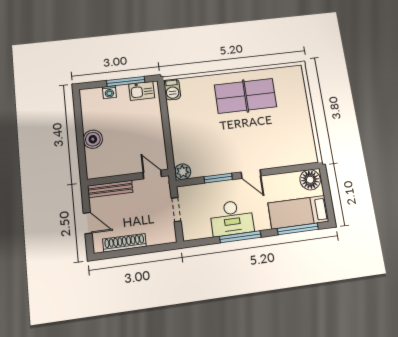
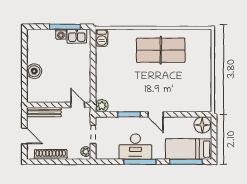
washing machine: (109, 92) -> (61, 34), moved
plant: (169, 233) -> (86, 152), added

